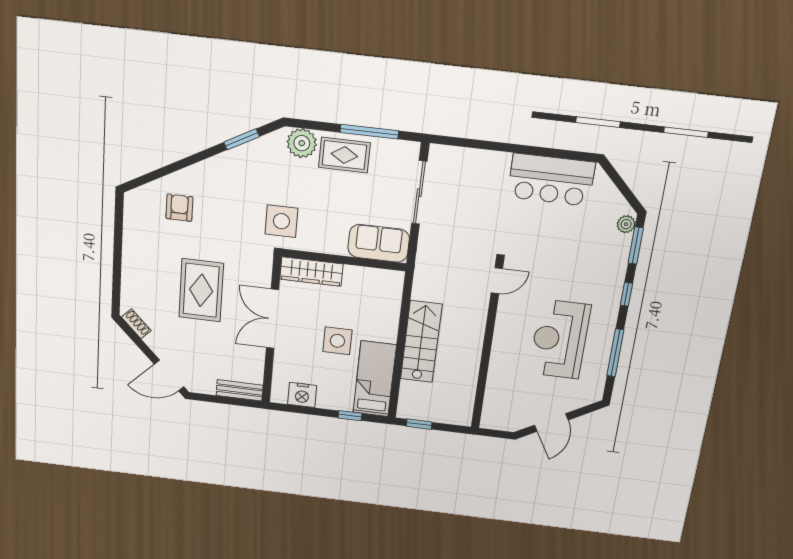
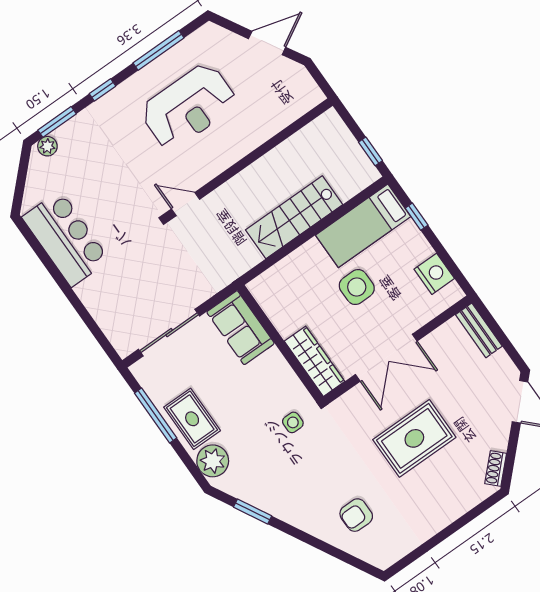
side table: (281, 221) -> (293, 422), width x0.54, depth x0.54

